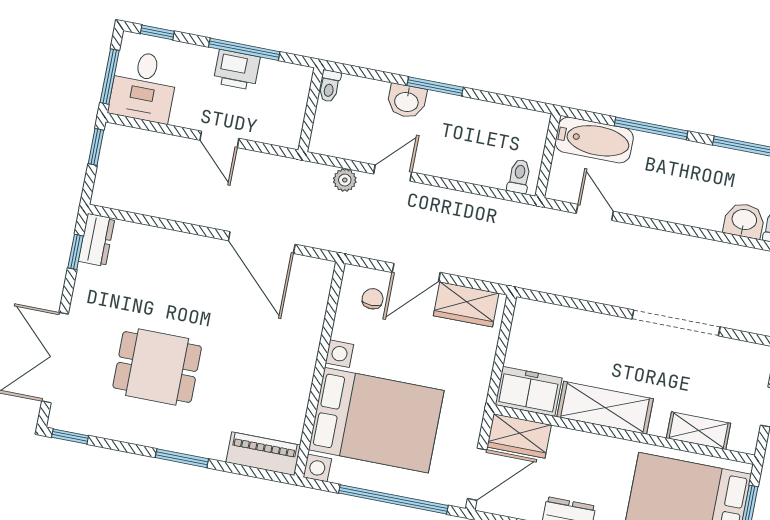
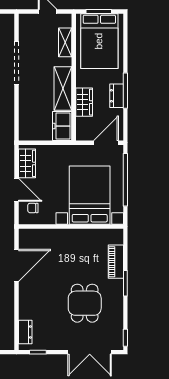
dresser: (96, 240) -> (25, 332), moved, turned 90
wardrobe: (519, 436) -> (84, 102), moved
piano: (263, 454) -> (116, 262), moved
door: (477, 474) -> (106, 143), hinge flipped

